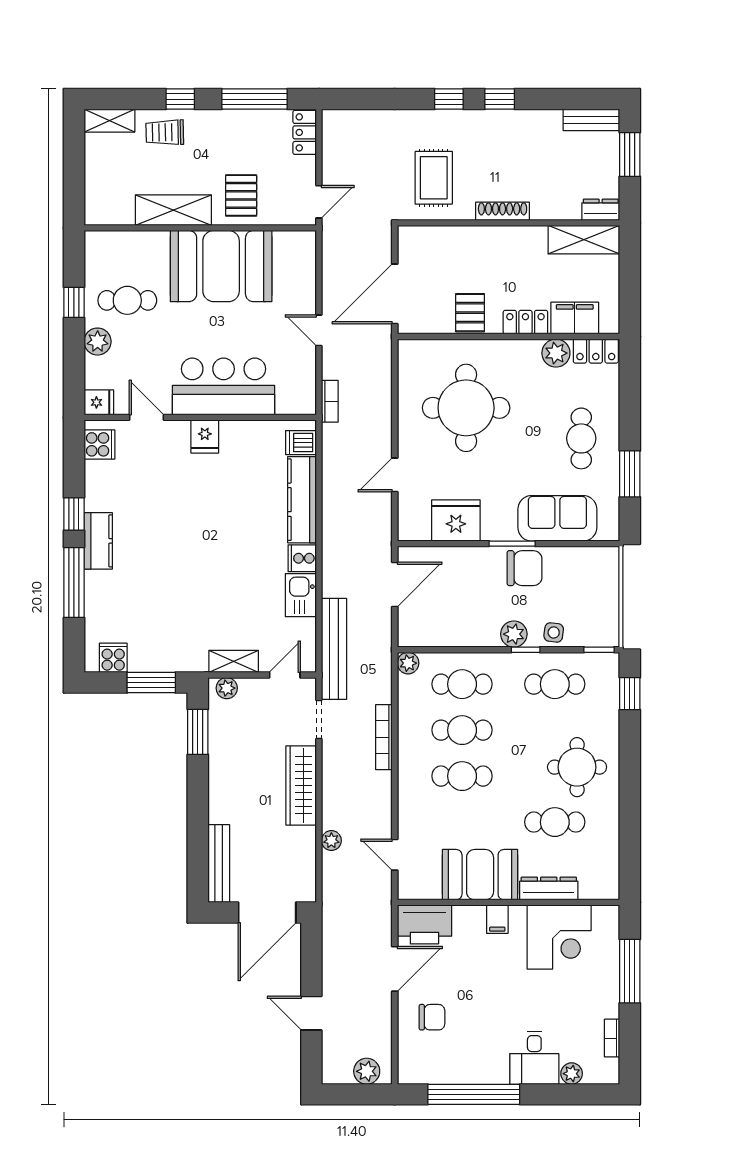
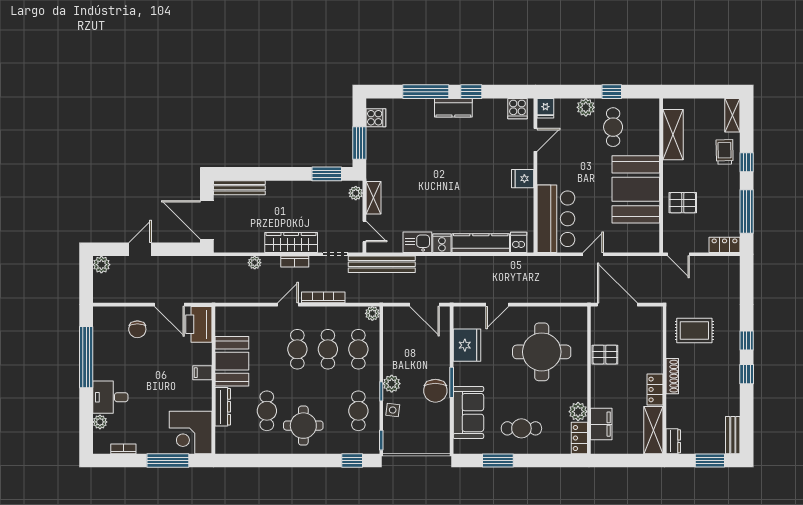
shelving: (173, 210) -> (673, 135), moved
locker: (525, 322) -> (655, 389), moved, turned 180
bar counter: (224, 386) -> (556, 219), moved
bookcase: (330, 401) -> (295, 262), moved
door: (395, 475) -> (497, 305), swing flipped
door: (395, 855) -> (288, 305), moved
corner desk: (559, 937) -> (191, 433), moved
plant: (367, 1071) -> (101, 265), moved

